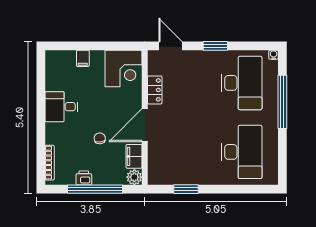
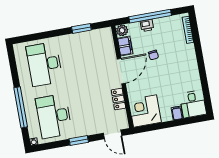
desk: (61, 107) -> (193, 104), moved, turned 90
printer: (84, 178) -> (147, 25), moved

